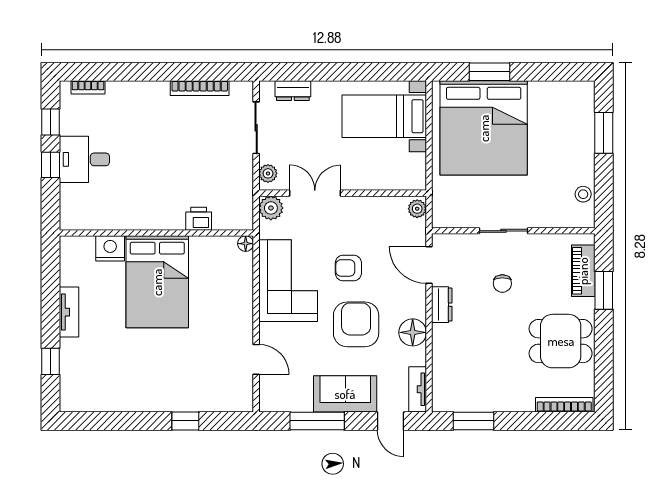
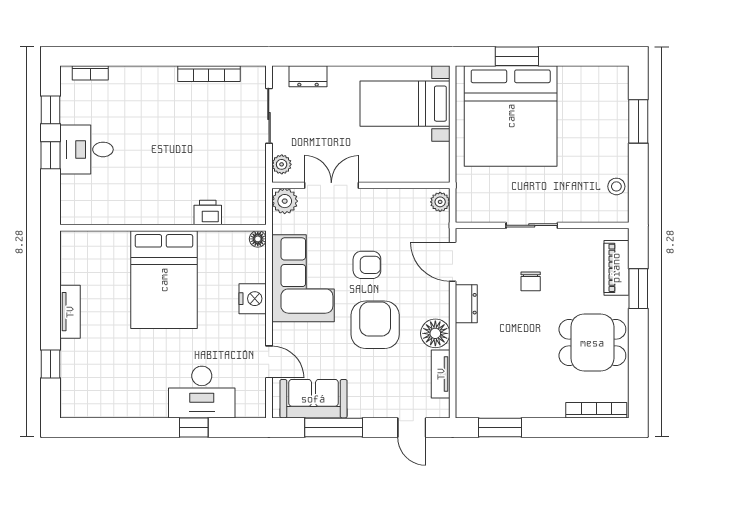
nightstand: (110, 248) -> (253, 299), moved, turned 90
armchair: (348, 268) -> (367, 265), turned 180
desk: (193, 388) -> (202, 392), added
tv unit: (418, 389) -> (441, 374), moved
sofa: (345, 394) -> (313, 399), moved

